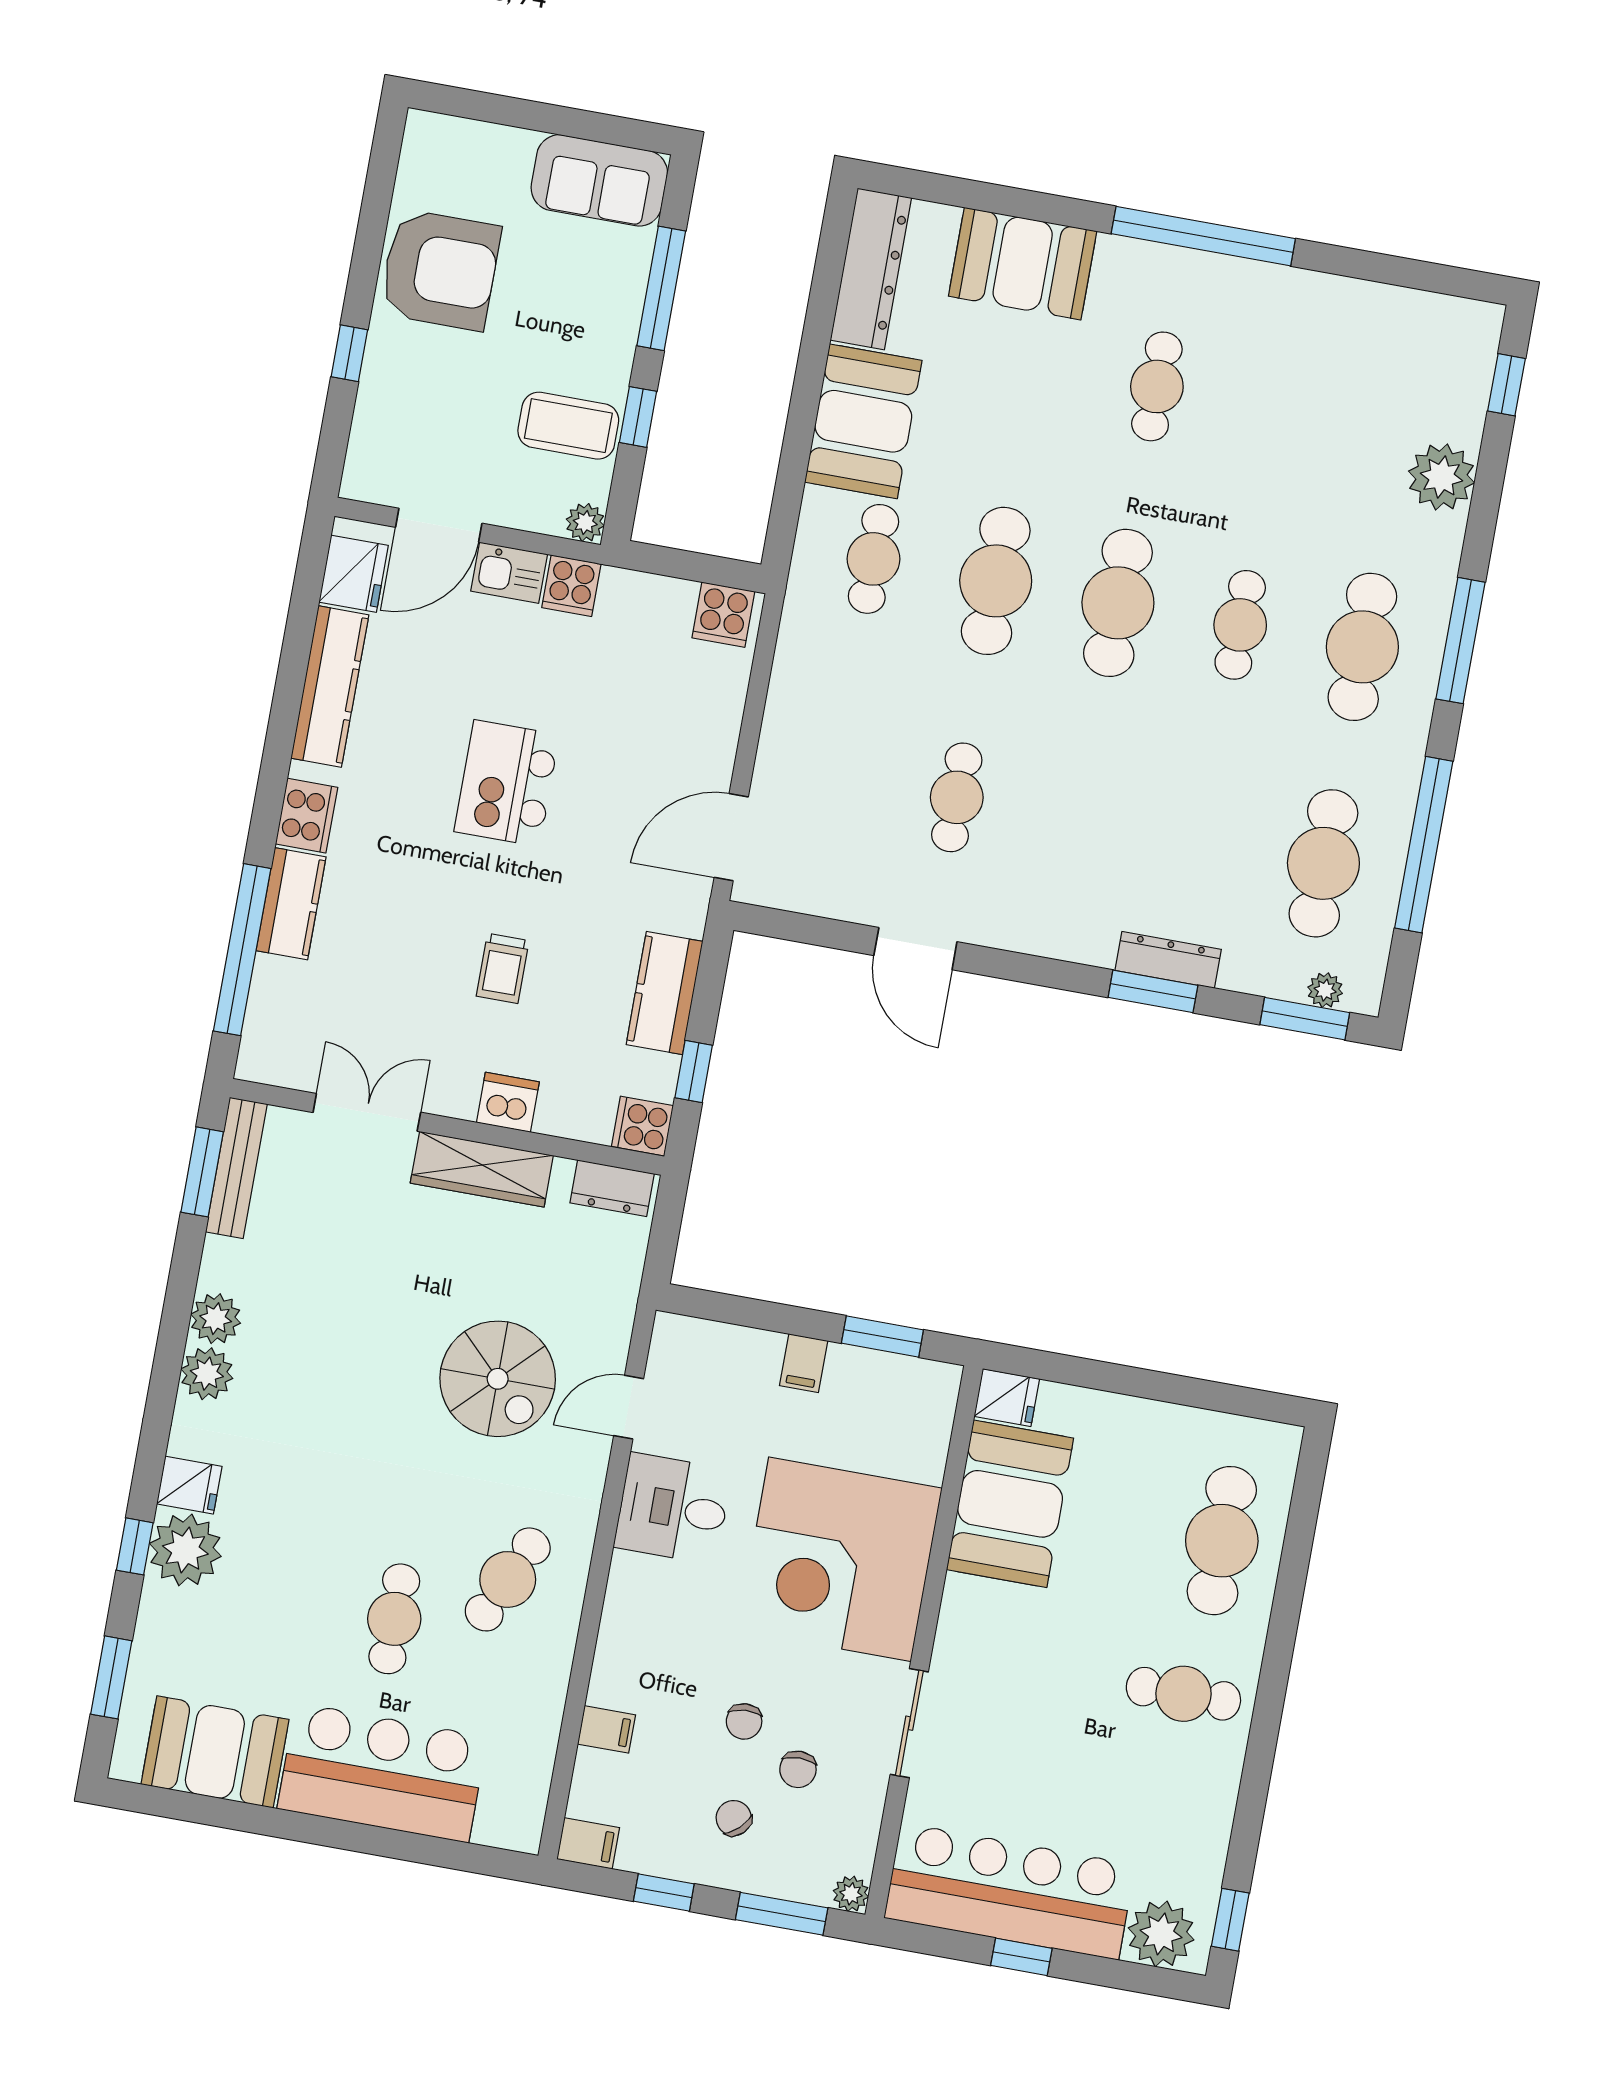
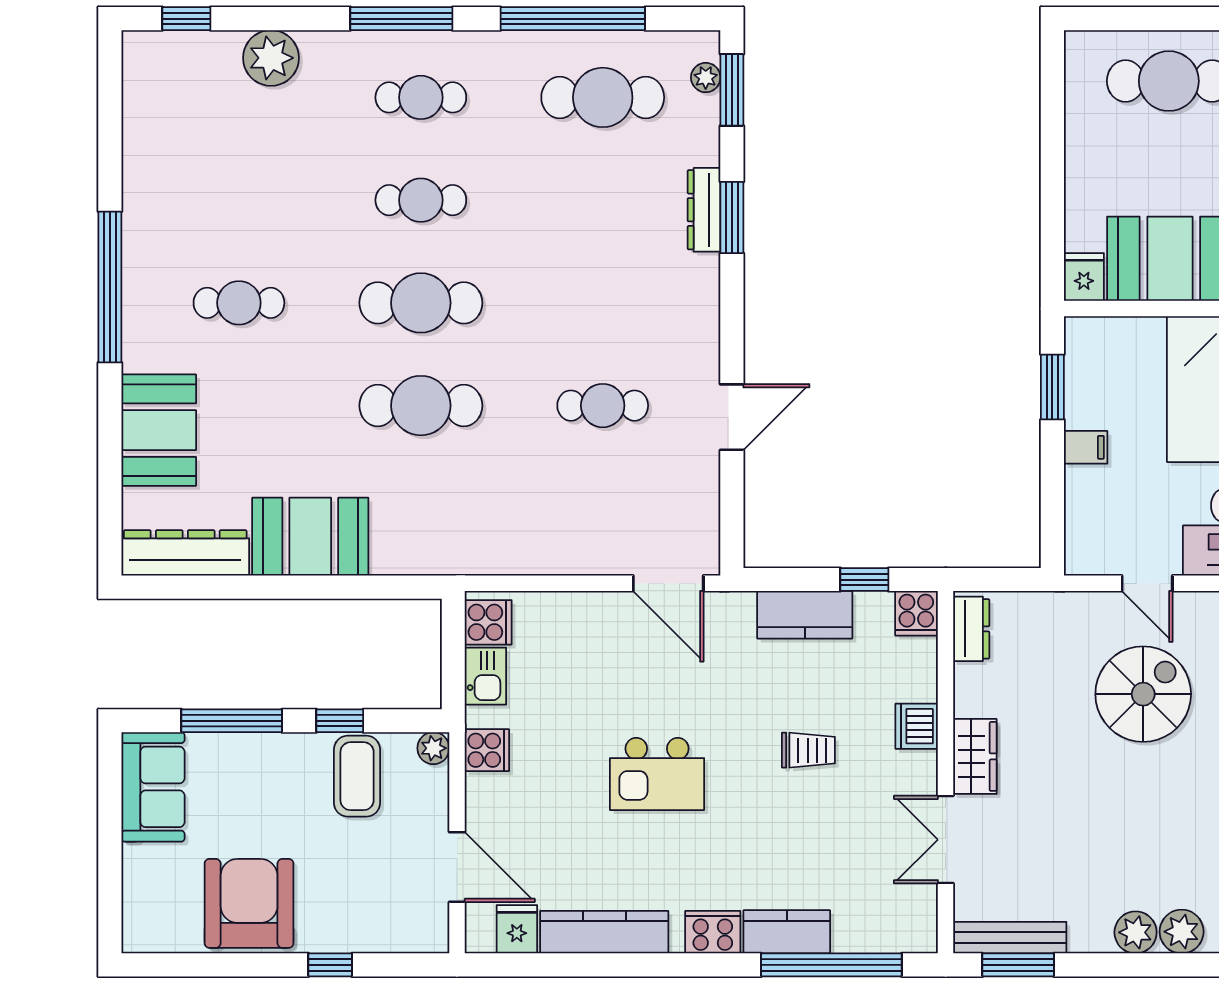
cafe table: (873, 559) -> (421, 508), removed
kitchen sink: (509, 573) -> (485, 676), moved
fridge: (354, 574) -> (517, 929), width x0.72
cafe table: (1362, 647) -> (421, 97), width x0.73, depth x0.74
wardrobe: (482, 1169) -> (975, 756), width x0.67

